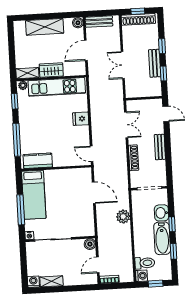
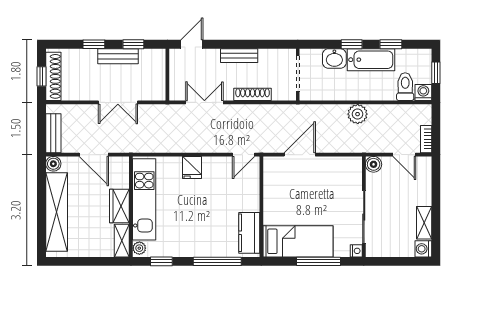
shelving: (45, 27) -> (57, 212), width x1.47
plant: (123, 217) -> (358, 114), moved

